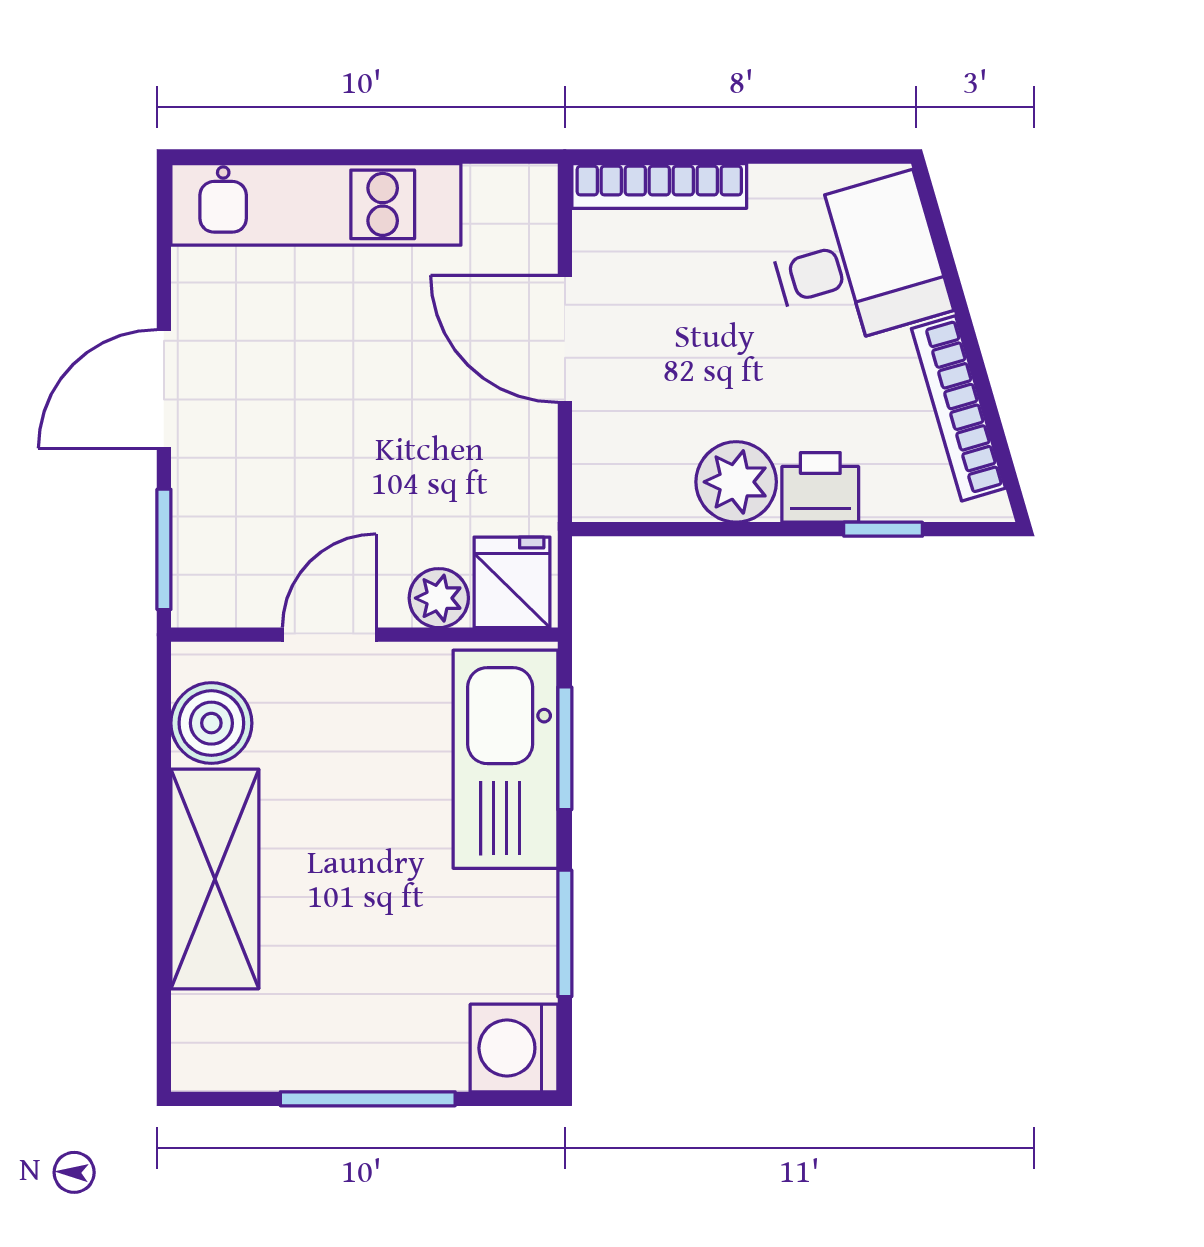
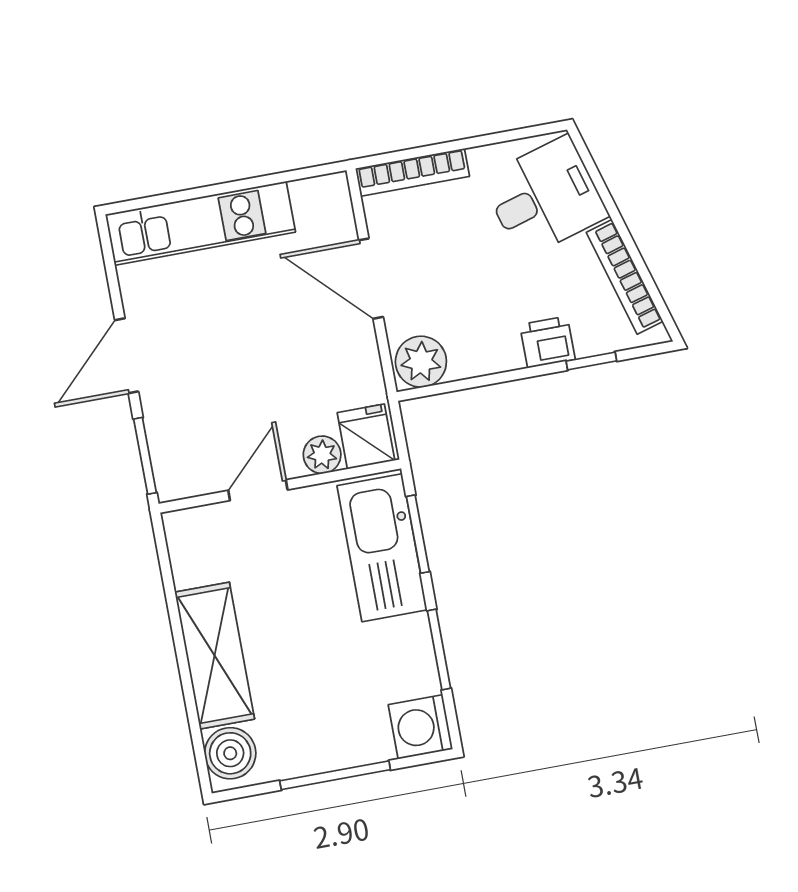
plant: (736, 482) -> (421, 362), moved
boiler: (211, 723) -> (230, 753), moved

